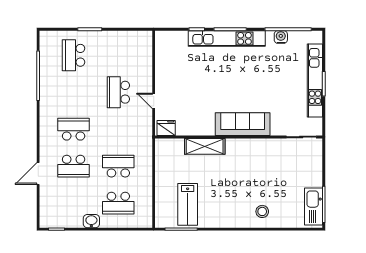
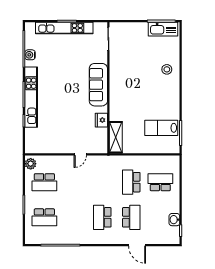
plant: (142, 38) -> (31, 164), added
school desk: (118, 92) -> (44, 182), moved
fridge: (166, 128) -> (101, 120), moved
shelving: (205, 146) -> (116, 137), moved
school desk: (118, 203) -> (160, 182), turned -90
lab bench: (188, 204) -> (161, 128), turned 180
washbasin: (91, 221) -> (174, 220), moved

